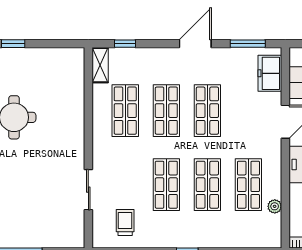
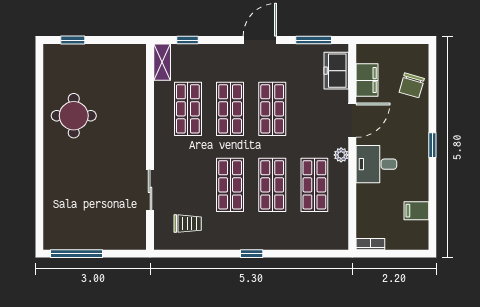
plant: (275, 206) -> (341, 155), moved
trolley: (125, 222) -> (188, 224), turned 90

